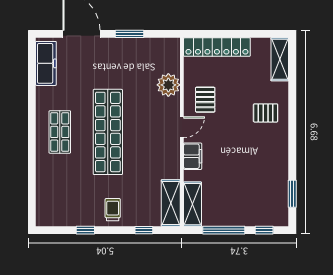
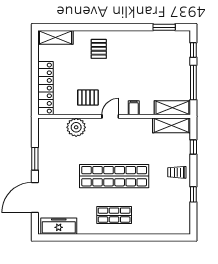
door: (182, 127) -> (110, 116), hinge flipped
filing cabinet: (193, 156) -> (134, 108), width x0.50

